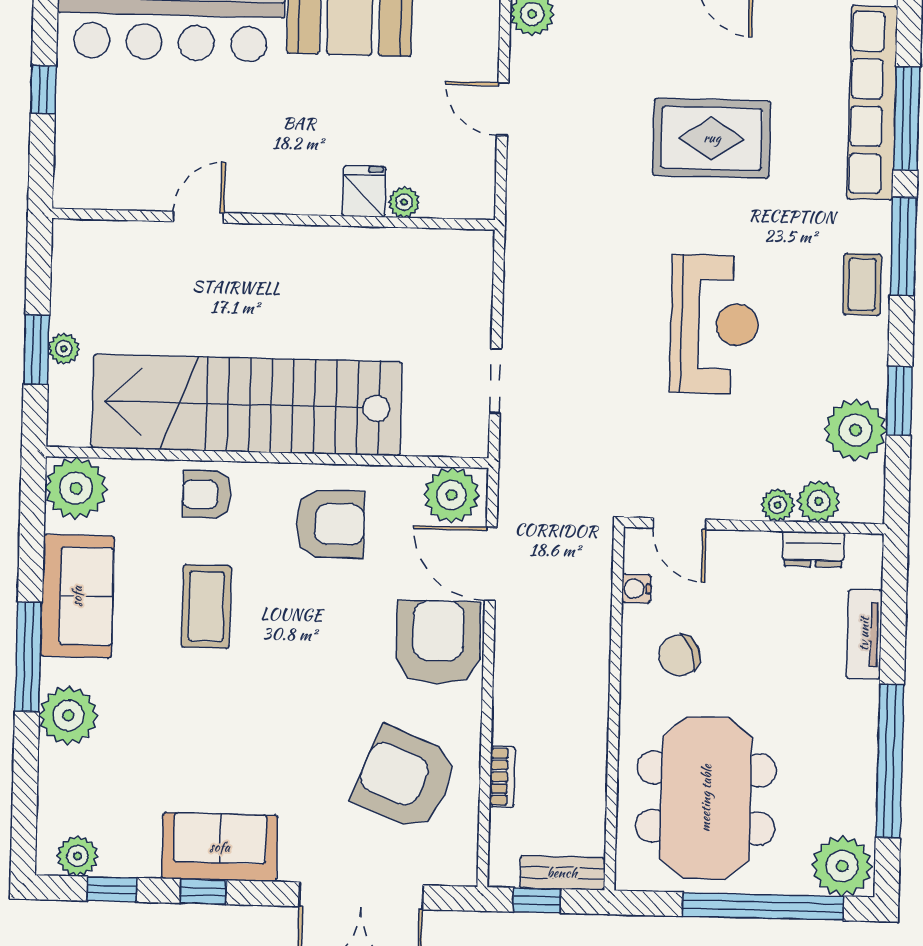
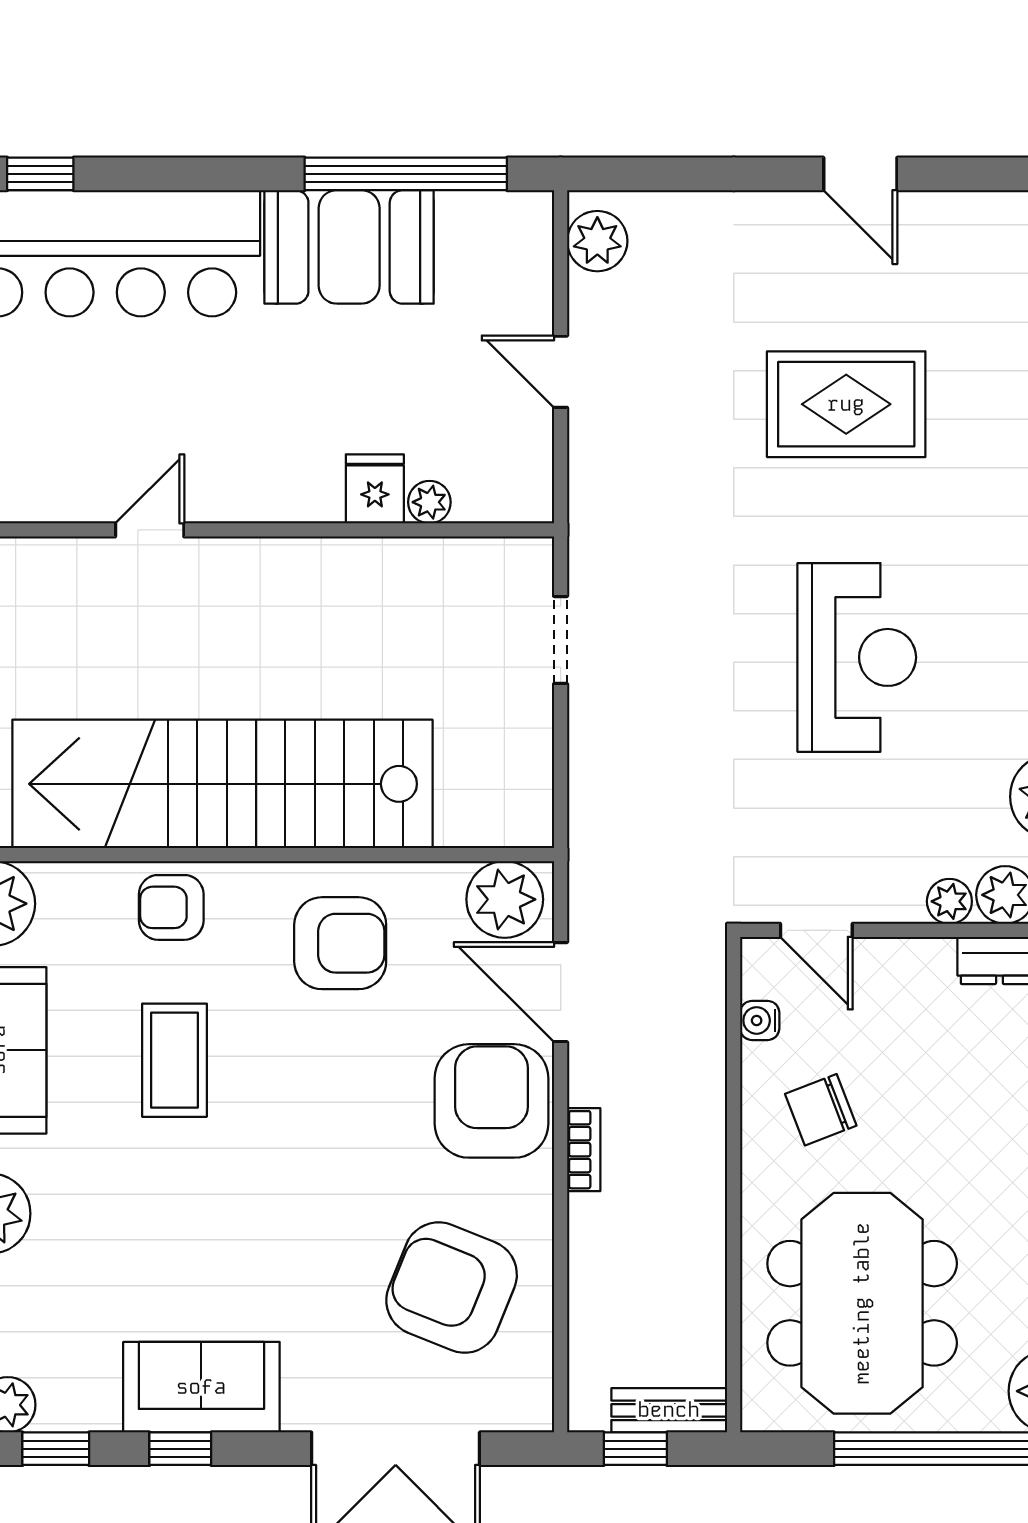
doorway: (496, 381) -> (561, 640), moved
bookcase: (502, 777) -> (584, 1150), moved

